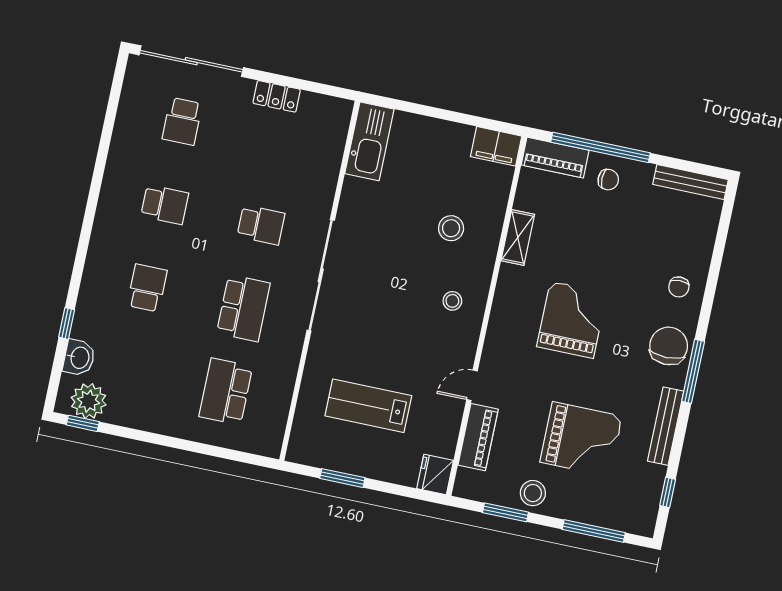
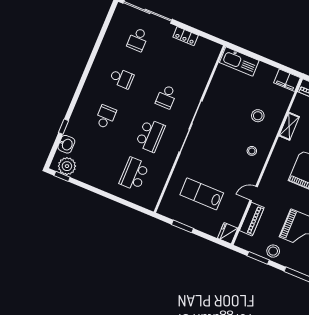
kitchen sink: (369, 141) -> (239, 62), moved, turned 90
school desk: (261, 225) -> (166, 97), turned 90

